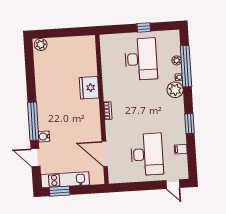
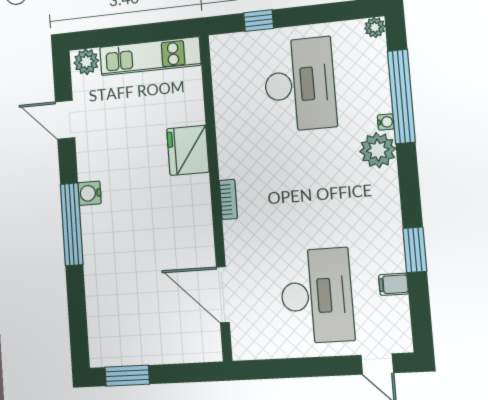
window: (144, 28) -> (259, 21), moved
plant: (177, 60) -> (375, 27), moved
window: (190, 124) -> (415, 250), moved
water cooler: (44, 136) -> (90, 193), moved
door: (35, 158) -> (65, 120), moved
kitchen unit: (65, 180) -> (150, 56), moved, turned 180

